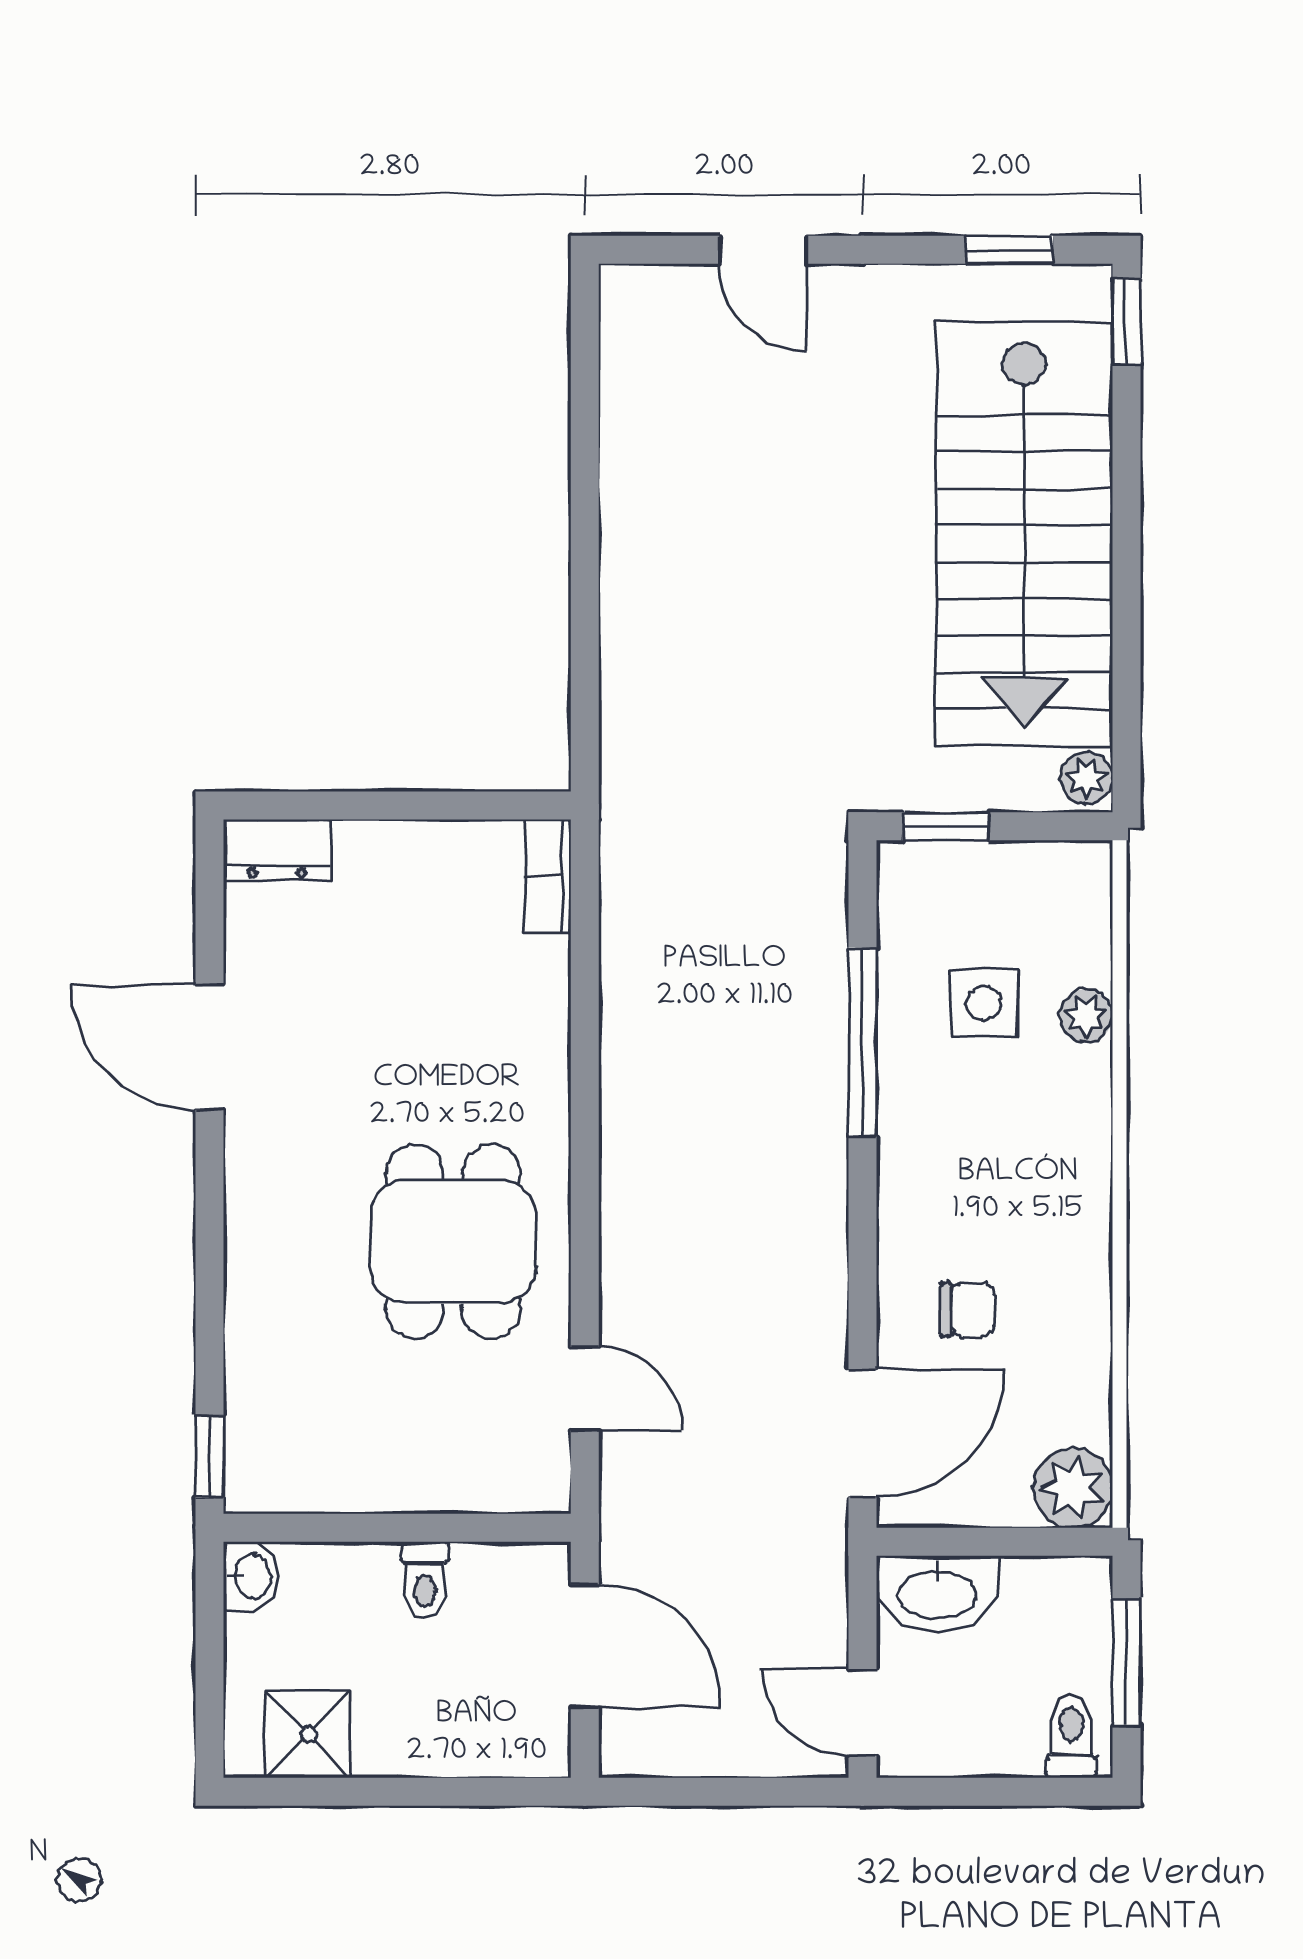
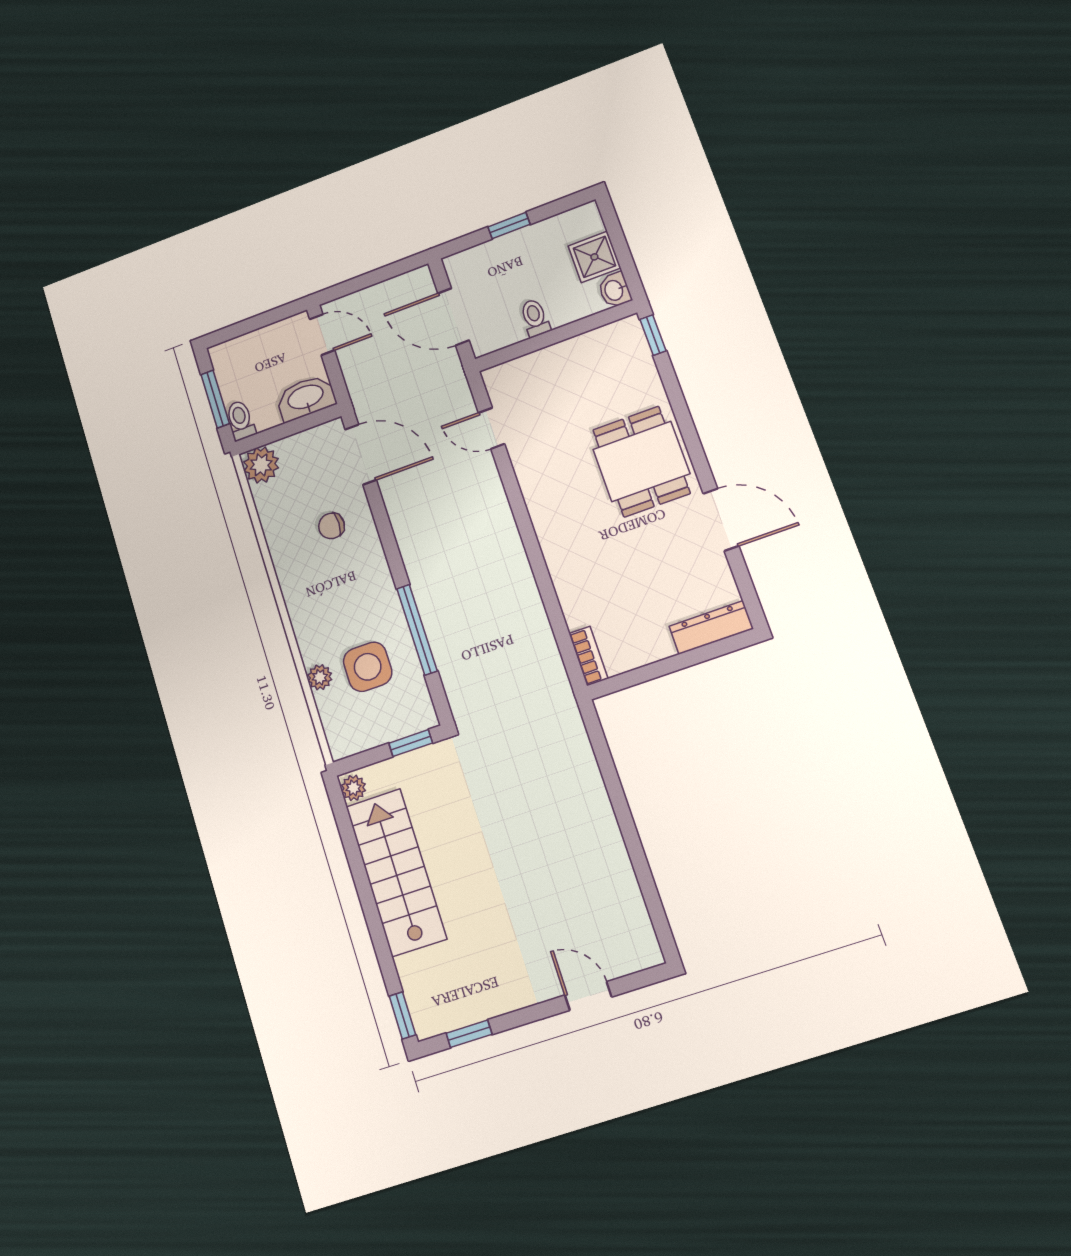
stairs: (1024, 534) -> (396, 872), width x0.73, depth x0.66
dresser: (277, 849) -> (711, 628), width x1.44
side table: (984, 1003) -> (368, 667), width x1.37, depth x1.37
dining table: (453, 1242) -> (641, 461), moved
door: (862, 1433) -> (361, 455), swing flipped
shower: (308, 1735) -> (594, 257), moved
toilet: (1071, 1736) -> (241, 420), moved, turned 180
window: (412, 1792) -> (509, 226), added

